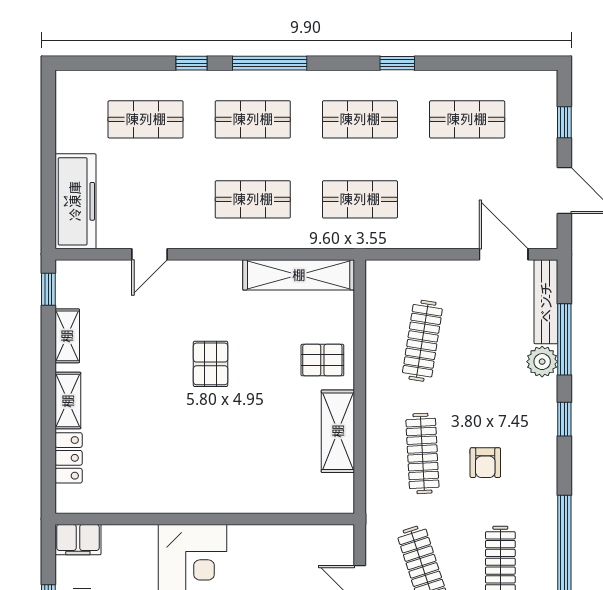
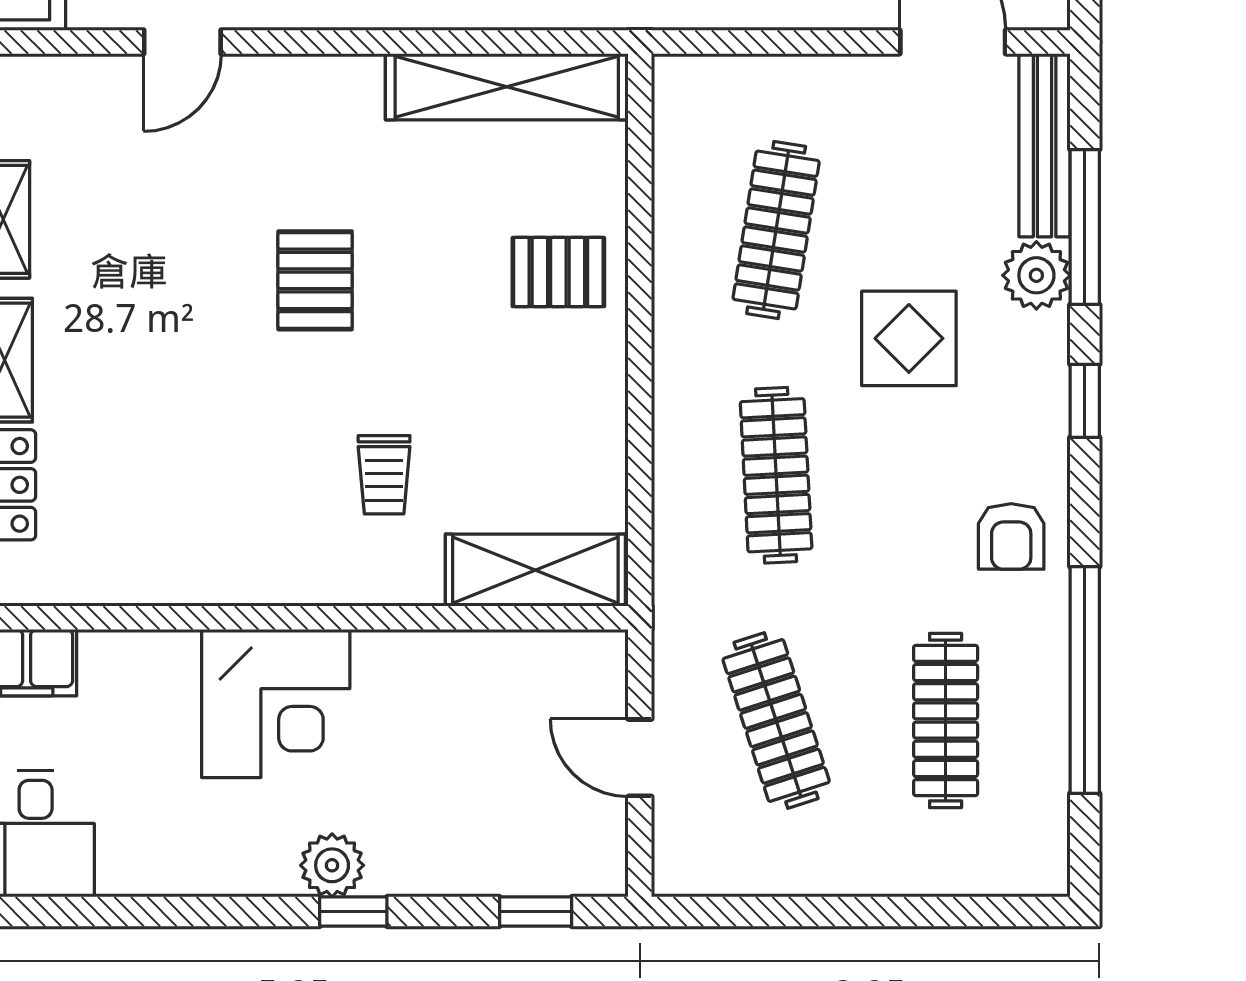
display table: (483, 391) -> (909, 338), added
shelving: (338, 431) -> (535, 570), moved, turned 90
trolley: (242, 453) -> (384, 475), added
armchair: (485, 463) -> (1011, 536), moved

